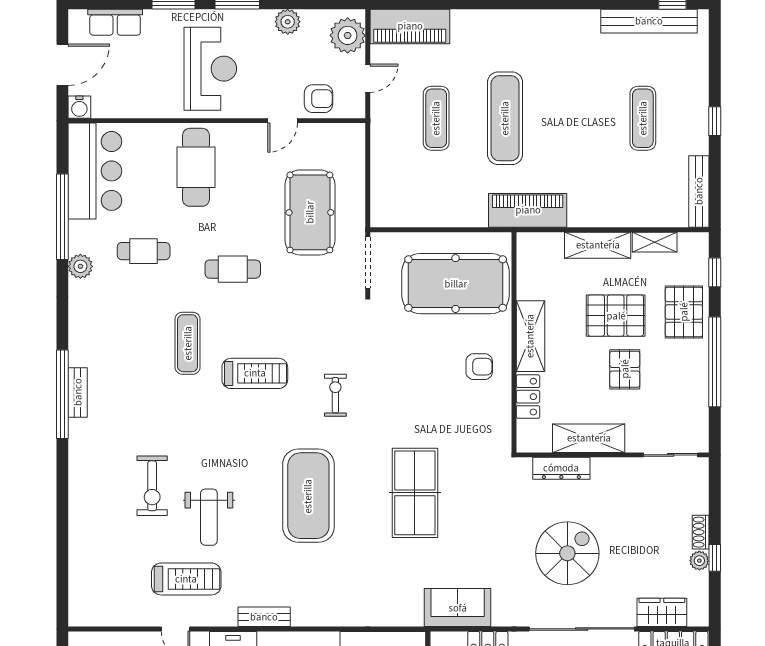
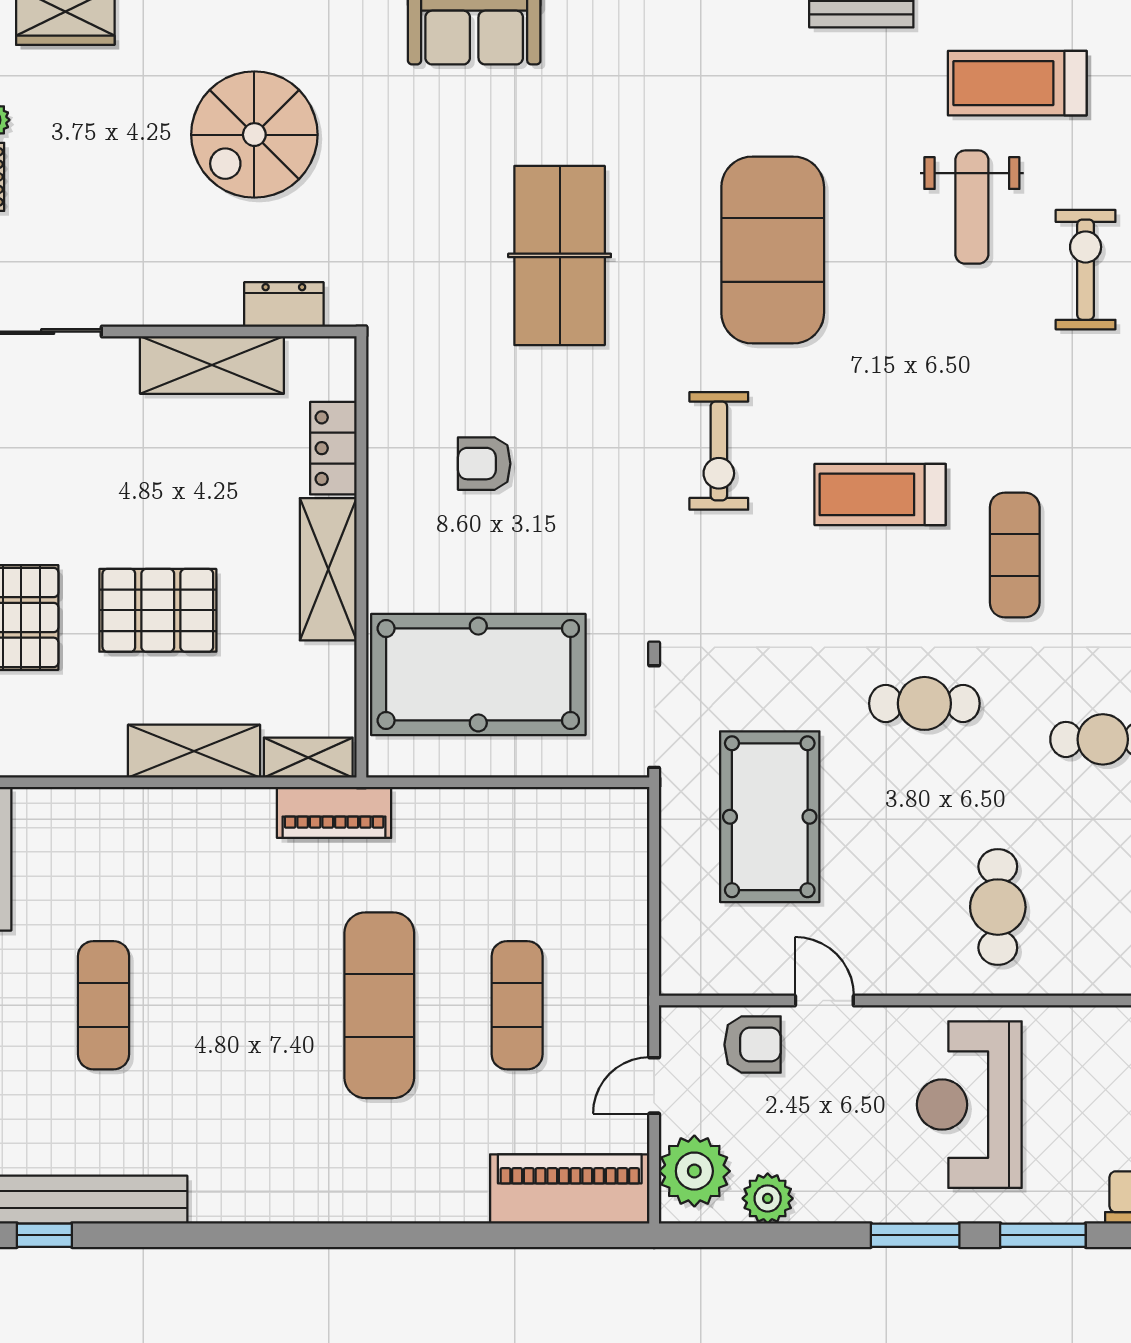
plant: (288, 22) -> (768, 1198), moved
armchair: (319, 99) -> (753, 1045), turned 180
door: (283, 121) -> (824, 1001), hinge flipped
cafe table: (196, 167) -> (998, 907), width x0.73, depth x0.74
piano: (528, 210) -> (334, 812), width x0.73, depth x0.75
shelving: (655, 242) -> (308, 758), moved
armchair: (479, 367) -> (484, 464), moved
pallet: (625, 369) -> (140, 503), removed
exercise bike: (335, 395) -> (719, 451), width x1.38, depth x1.39
dresser: (561, 468) -> (284, 305), width x0.70
weight bench: (209, 517) -> (972, 207), turned 180

